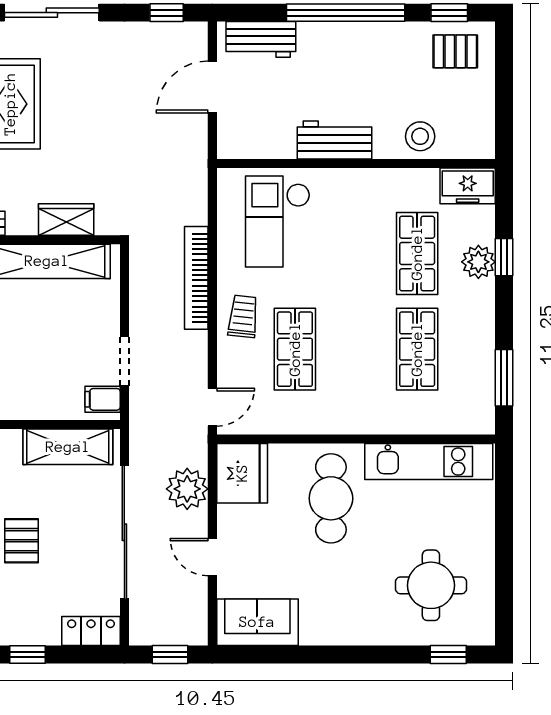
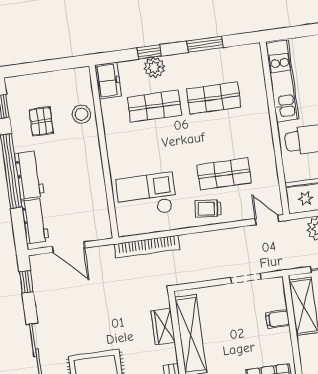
pallet: (455, 51) -> (41, 121), moved
workbench: (334, 140) -> (29, 175), moved, turned 180
checkout: (278, 222) -> (146, 195), turned 180
bookcase: (196, 278) -> (147, 247), moved
window: (504, 378) -> (205, 44), moved
filing cabinet: (103, 399) -> (278, 319), moved, turned 90

